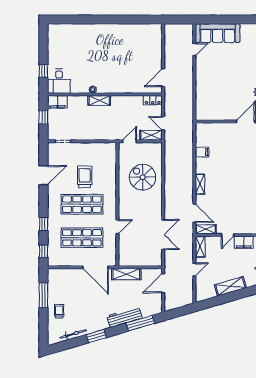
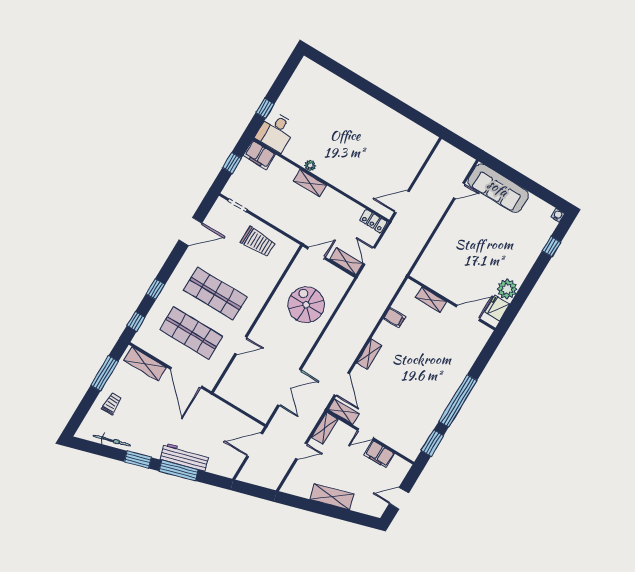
shelving: (218, 127) -> (431, 300), added
trolley: (85, 177) -> (258, 242), moved, turned 90
shelving: (126, 274) -> (145, 364), moved
window: (140, 323) -> (179, 470), moved

